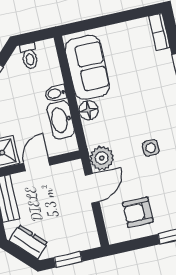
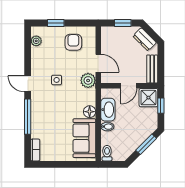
toilet: (29, 56) -> (107, 153), moved
door: (92, 188) -> (98, 63), swing flipped
armchair: (138, 212) -> (73, 42), turned -90

